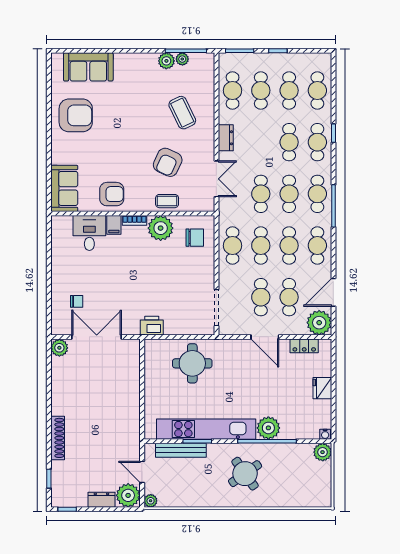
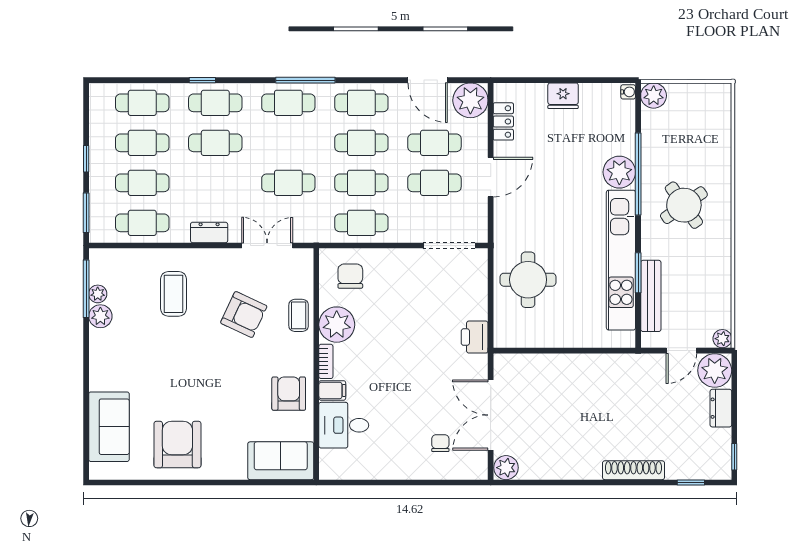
coffee table: (182, 113) -> (174, 294), turned -64
cafe table: (289, 194) -> (288, 143), removed

